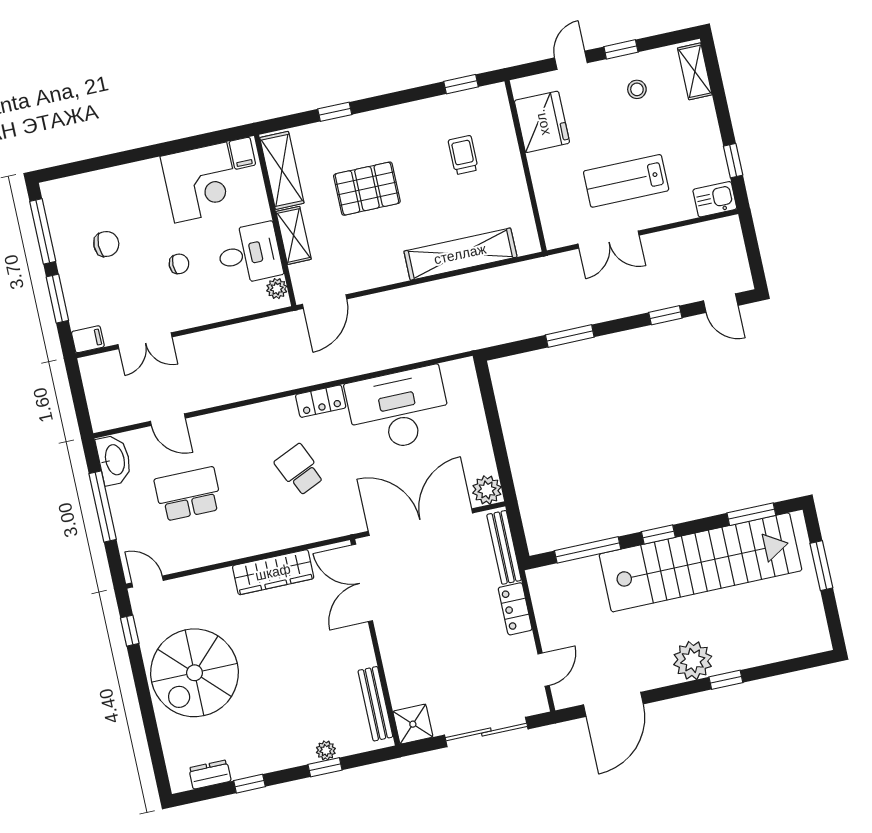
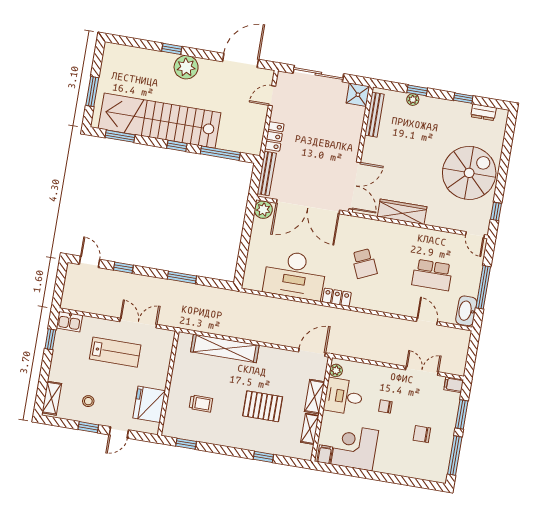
trolley: (463, 155) -> (201, 403), turned -90
shelving: (282, 170) -> (310, 429), width x0.67, depth x0.75

